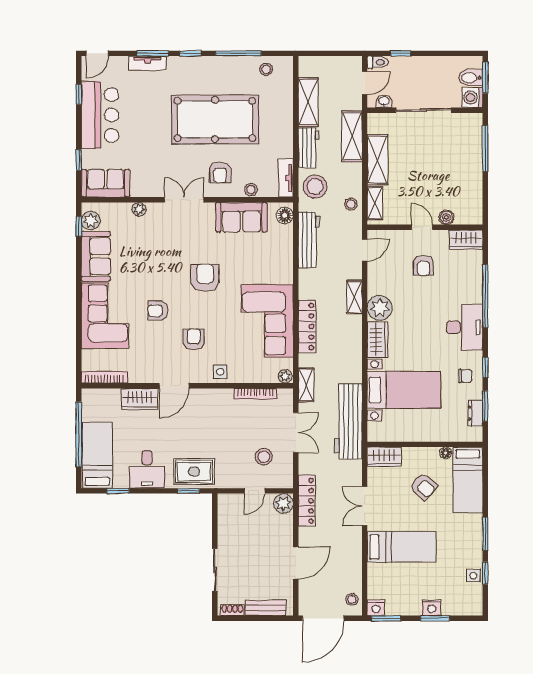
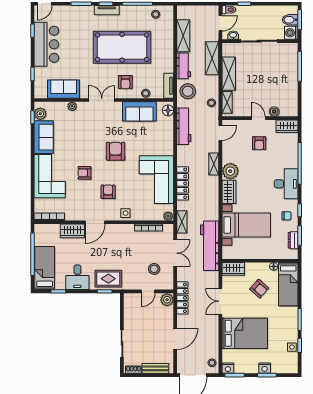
tv unit: (147, 63) -> (107, 10), moved
sofa: (106, 183) -> (64, 89), moved
bed: (402, 547) -> (245, 333), width x1.50

